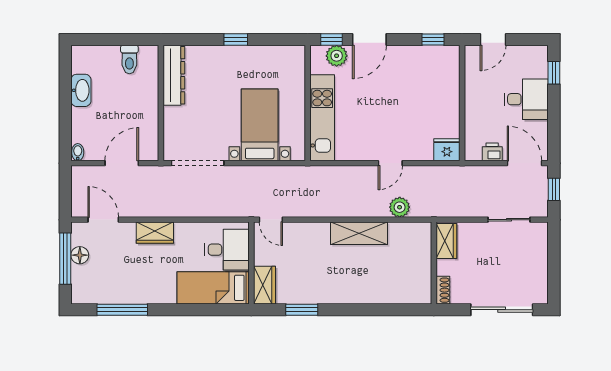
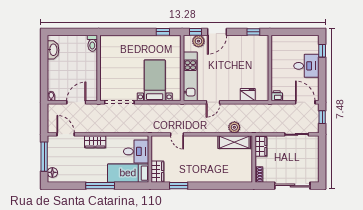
window: (236, 39) -> (163, 32), moved
door: (493, 39) -> (288, 32), removed
toilet: (129, 59) -> (92, 43), moved
dresser: (174, 75) -> (106, 52), removed
washbasin: (81, 90) -> (53, 50), moved
fridge: (447, 150) -> (248, 95), moved
printer: (492, 152) -> (277, 96), moved
door: (390, 163) -> (213, 102), moved
door: (271, 220) -> (177, 134), moved
shelving: (359, 233) -> (234, 142), moved
floor lamp: (80, 255) -> (52, 172), moved
window: (122, 310) -> (100, 186), moved

